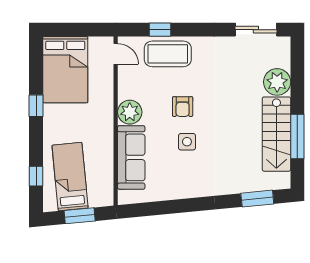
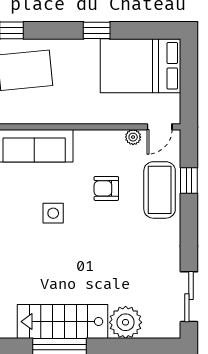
armchair: (183, 107) -> (106, 188), moved
plant: (130, 112) -> (133, 137), moved, width x0.53, depth x0.53

